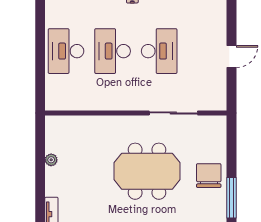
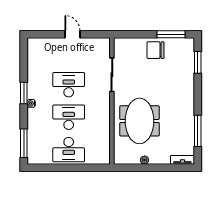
desk: (113, 51) -> (69, 117), turned 180
meeting table: (147, 171) -> (140, 121), moved

